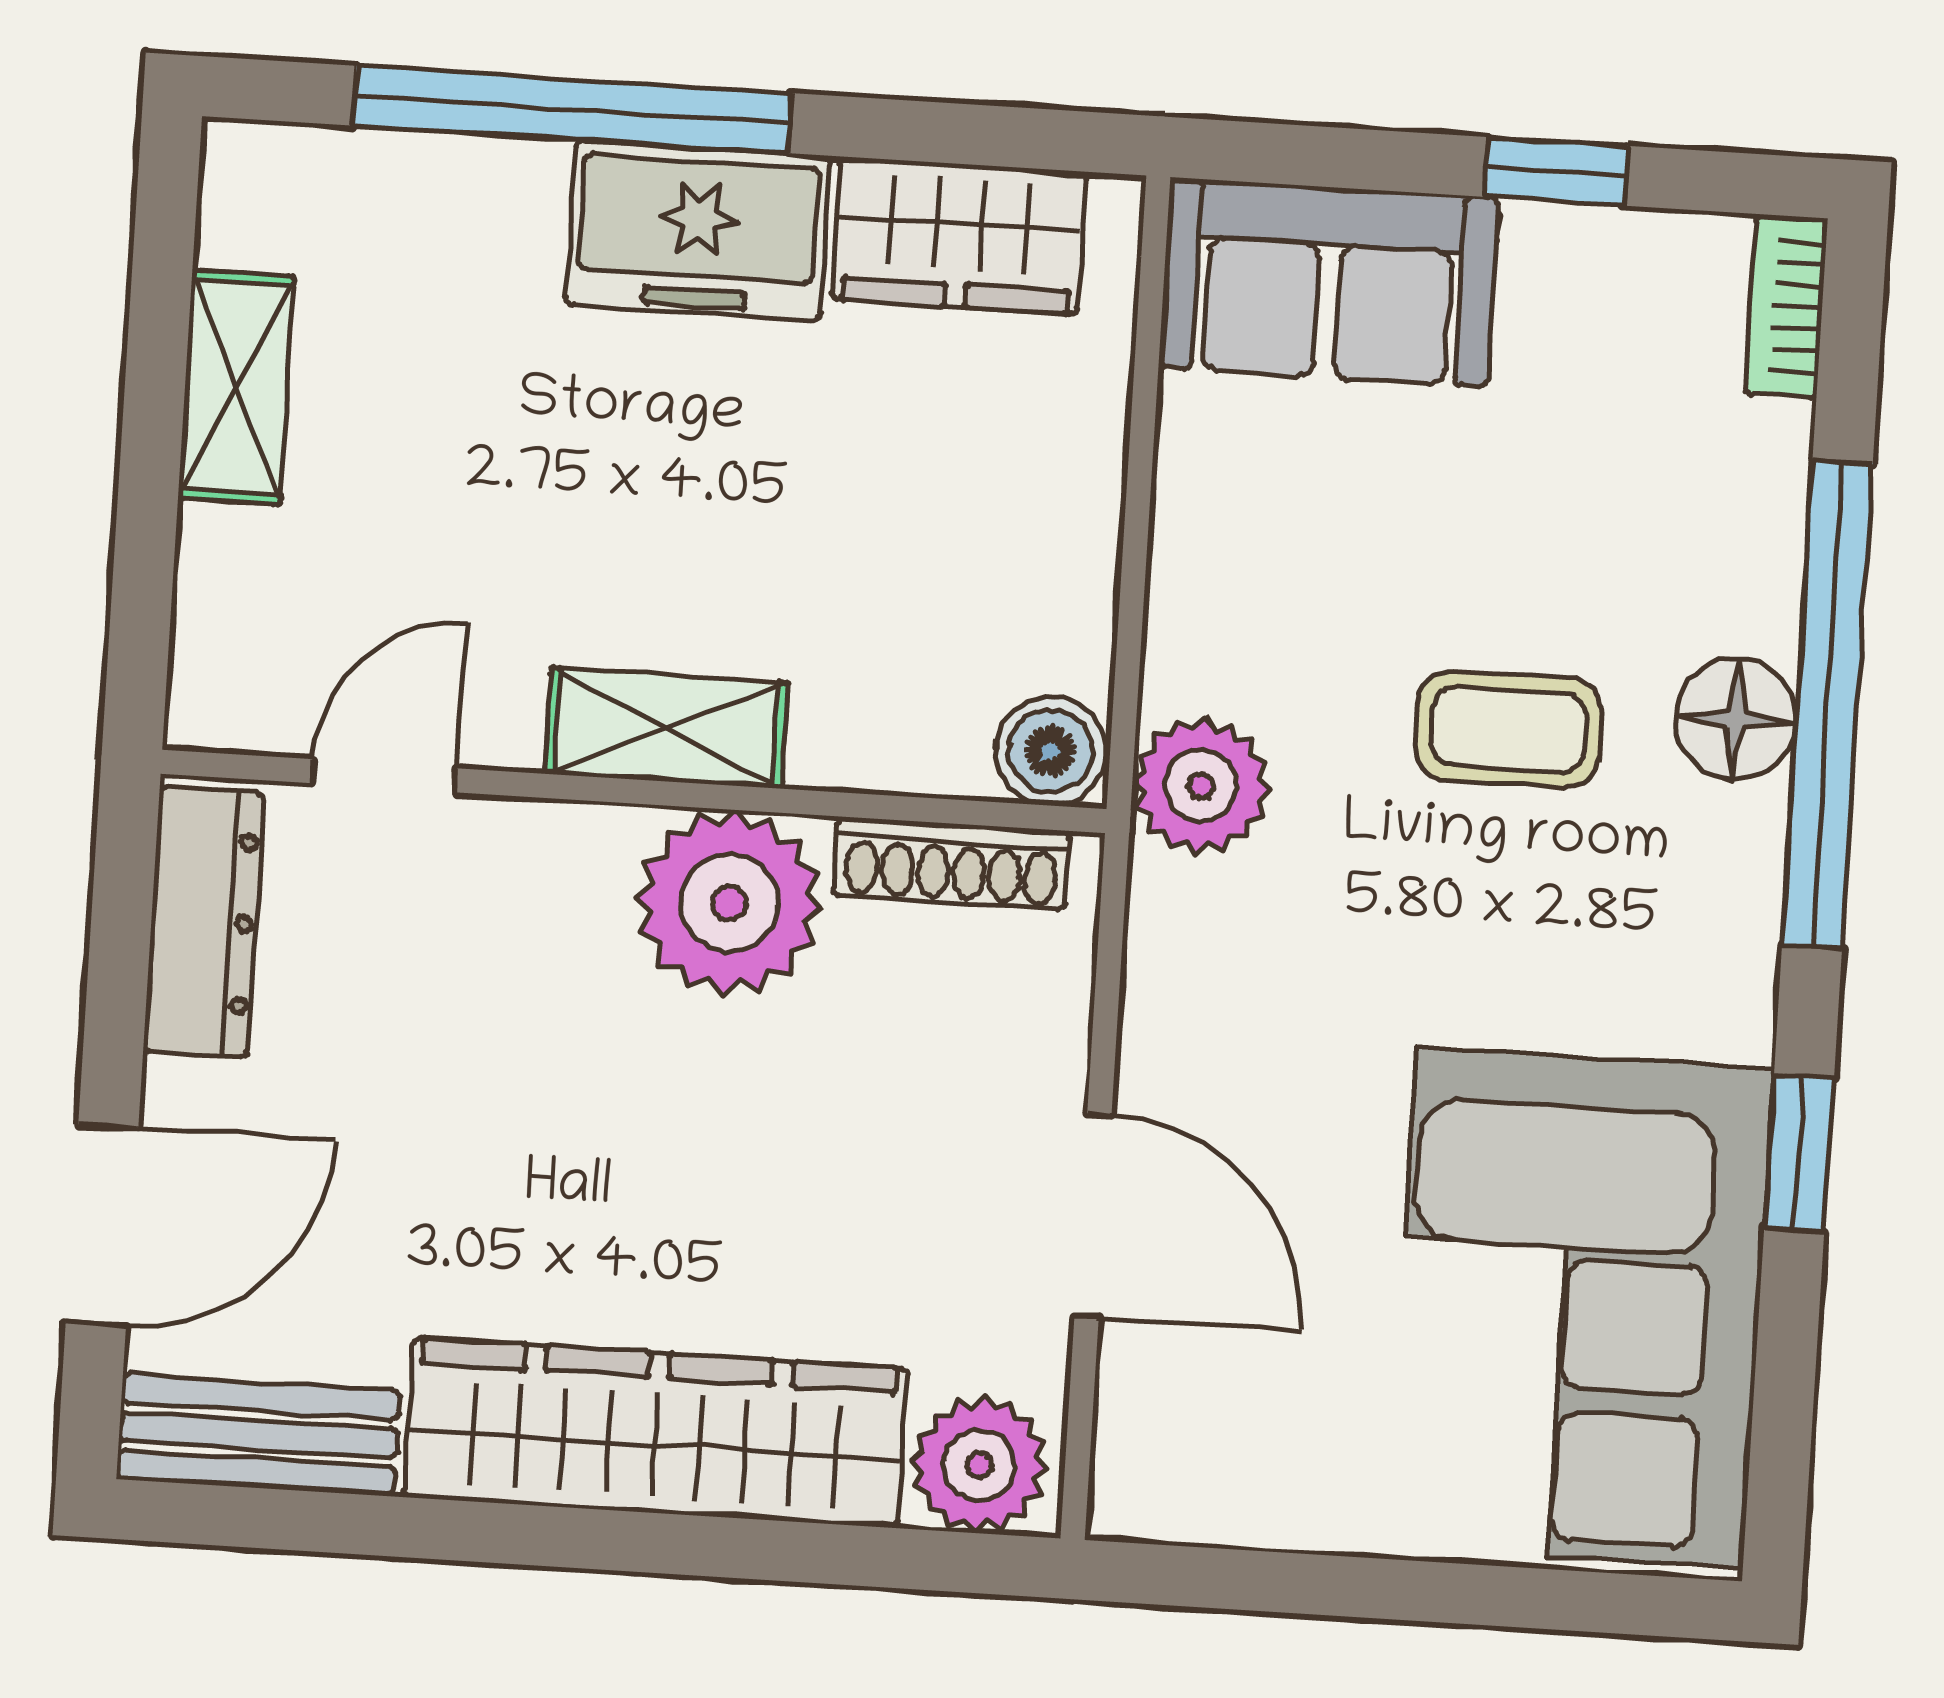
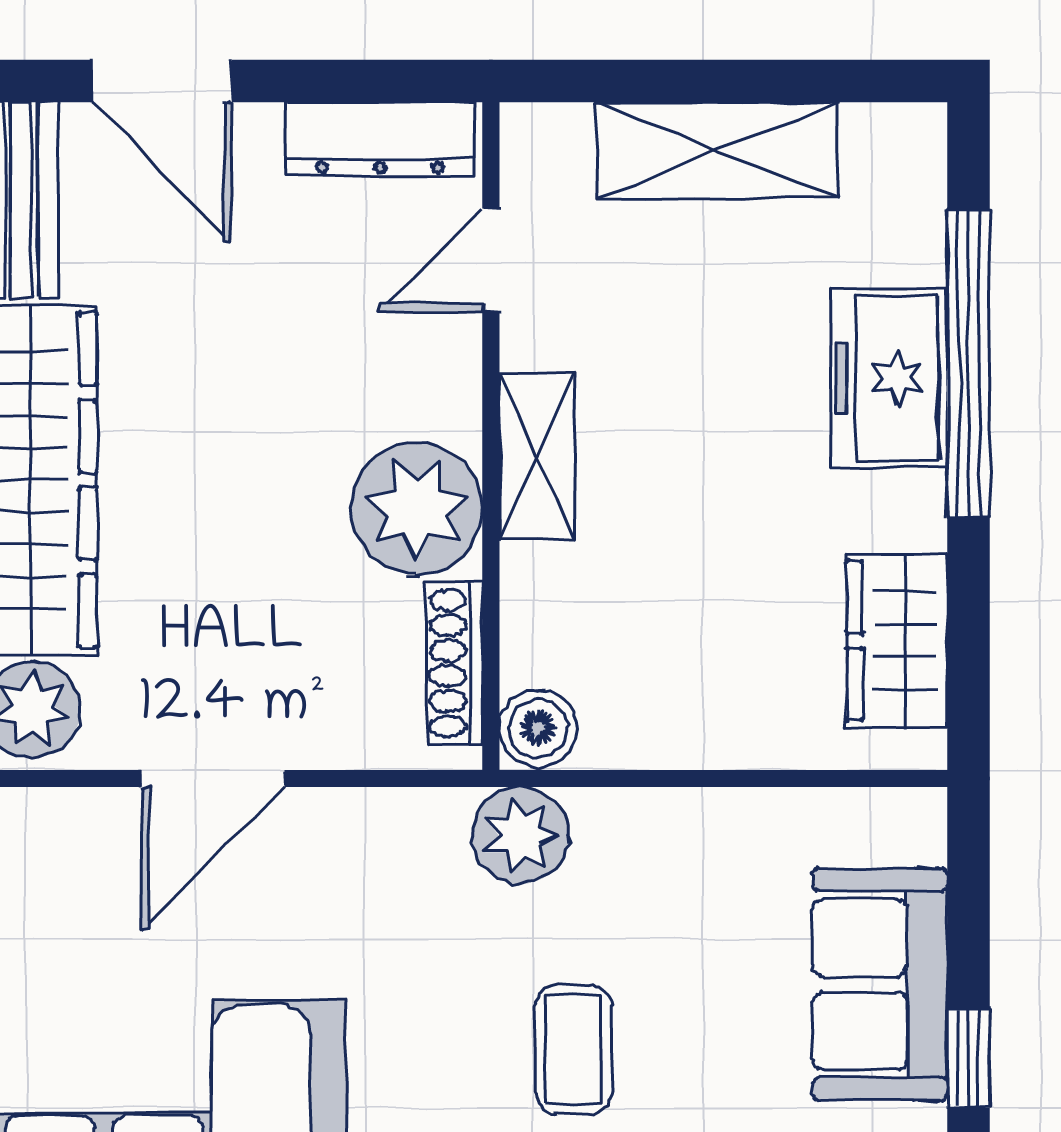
freezer: (698, 230) -> (889, 378), moved
sofa: (1329, 282) -> (880, 984), moved
shelving: (236, 387) -> (718, 150), width x1.50, depth x1.33
door: (384, 776) -> (491, 260), swing flipped

